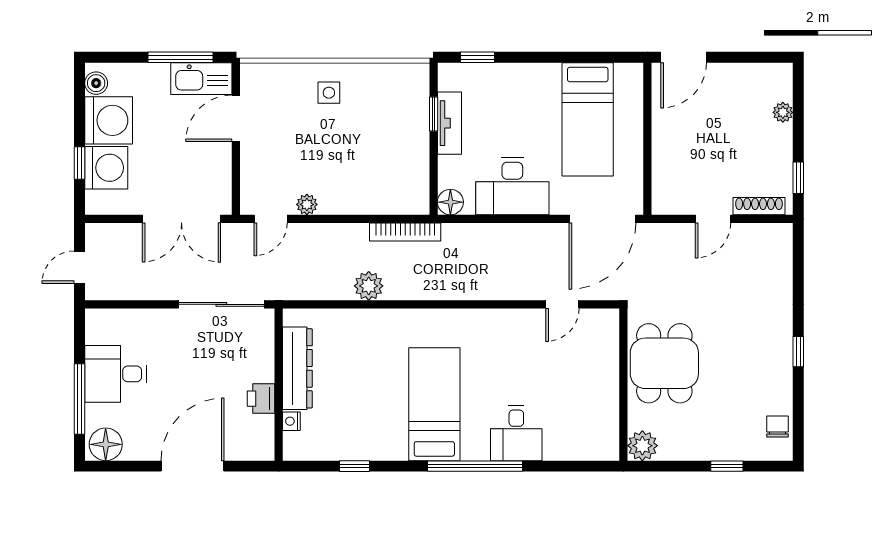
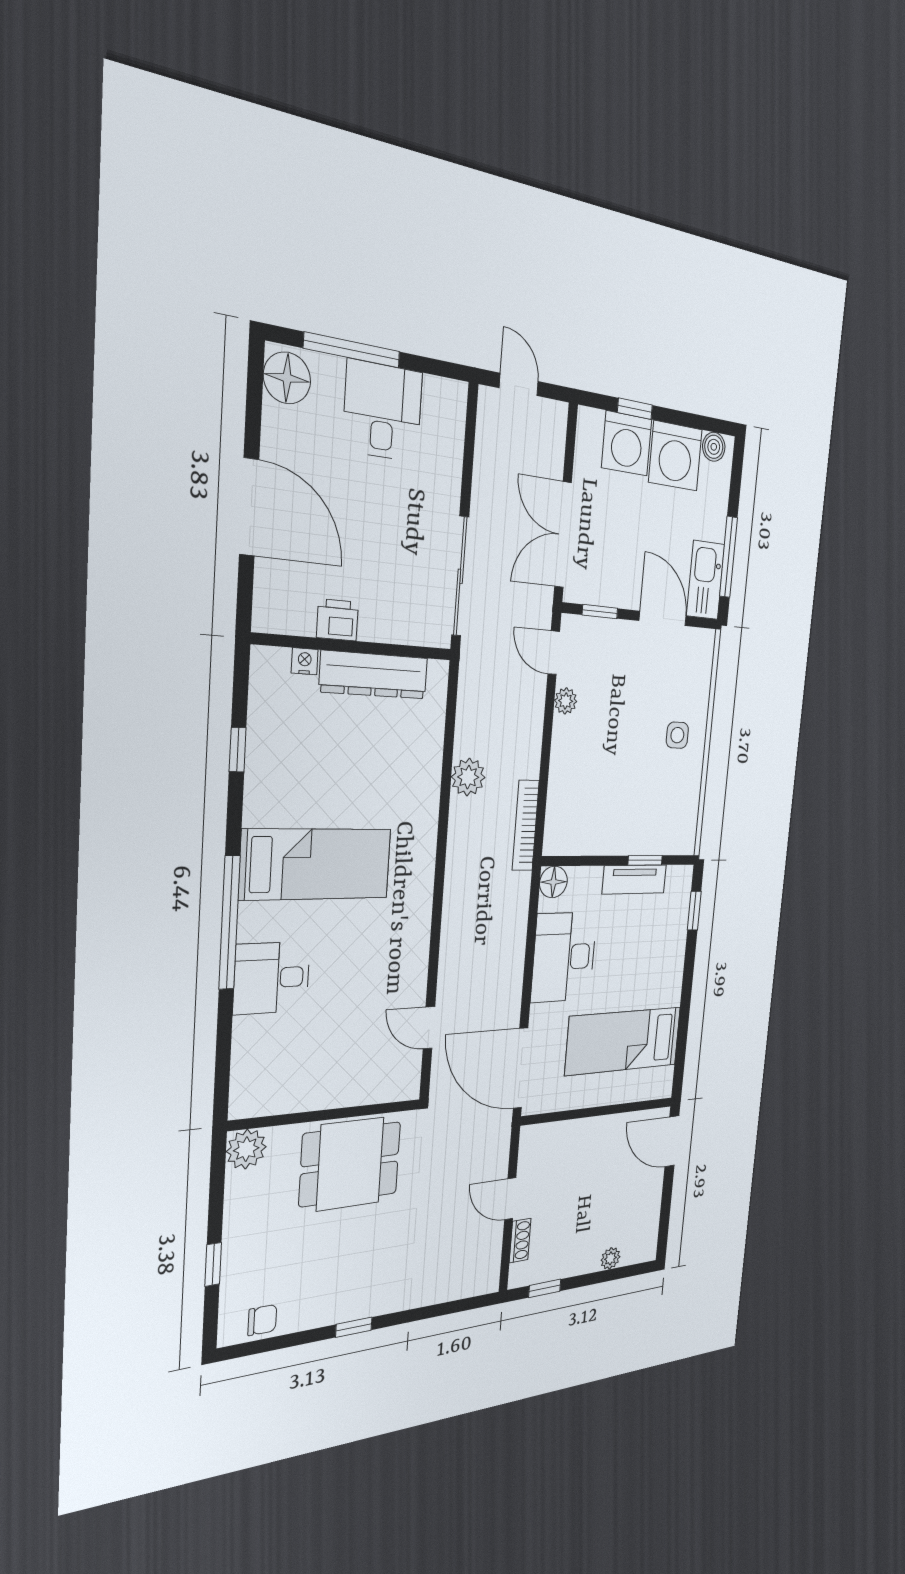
window: (236, 179) -> (600, 612), added
shoe rack: (759, 206) -> (520, 1241), width x0.70

